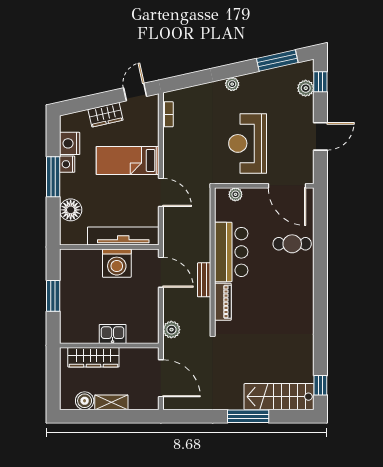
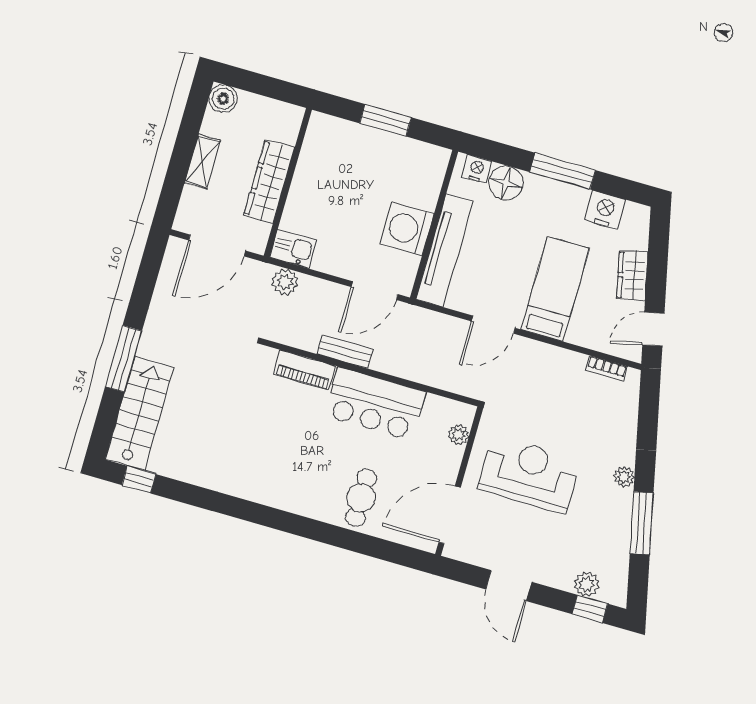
window: (277, 61) -> (642, 523), moved
door: (135, 92) -> (653, 329), swing flipped
nightstand: (67, 164) -> (477, 169), moved
kitchen sink: (113, 334) -> (293, 249), moved, turned -90
wardrobe: (93, 357) -> (269, 182), moved
boiler: (85, 401) -> (223, 99), moved

